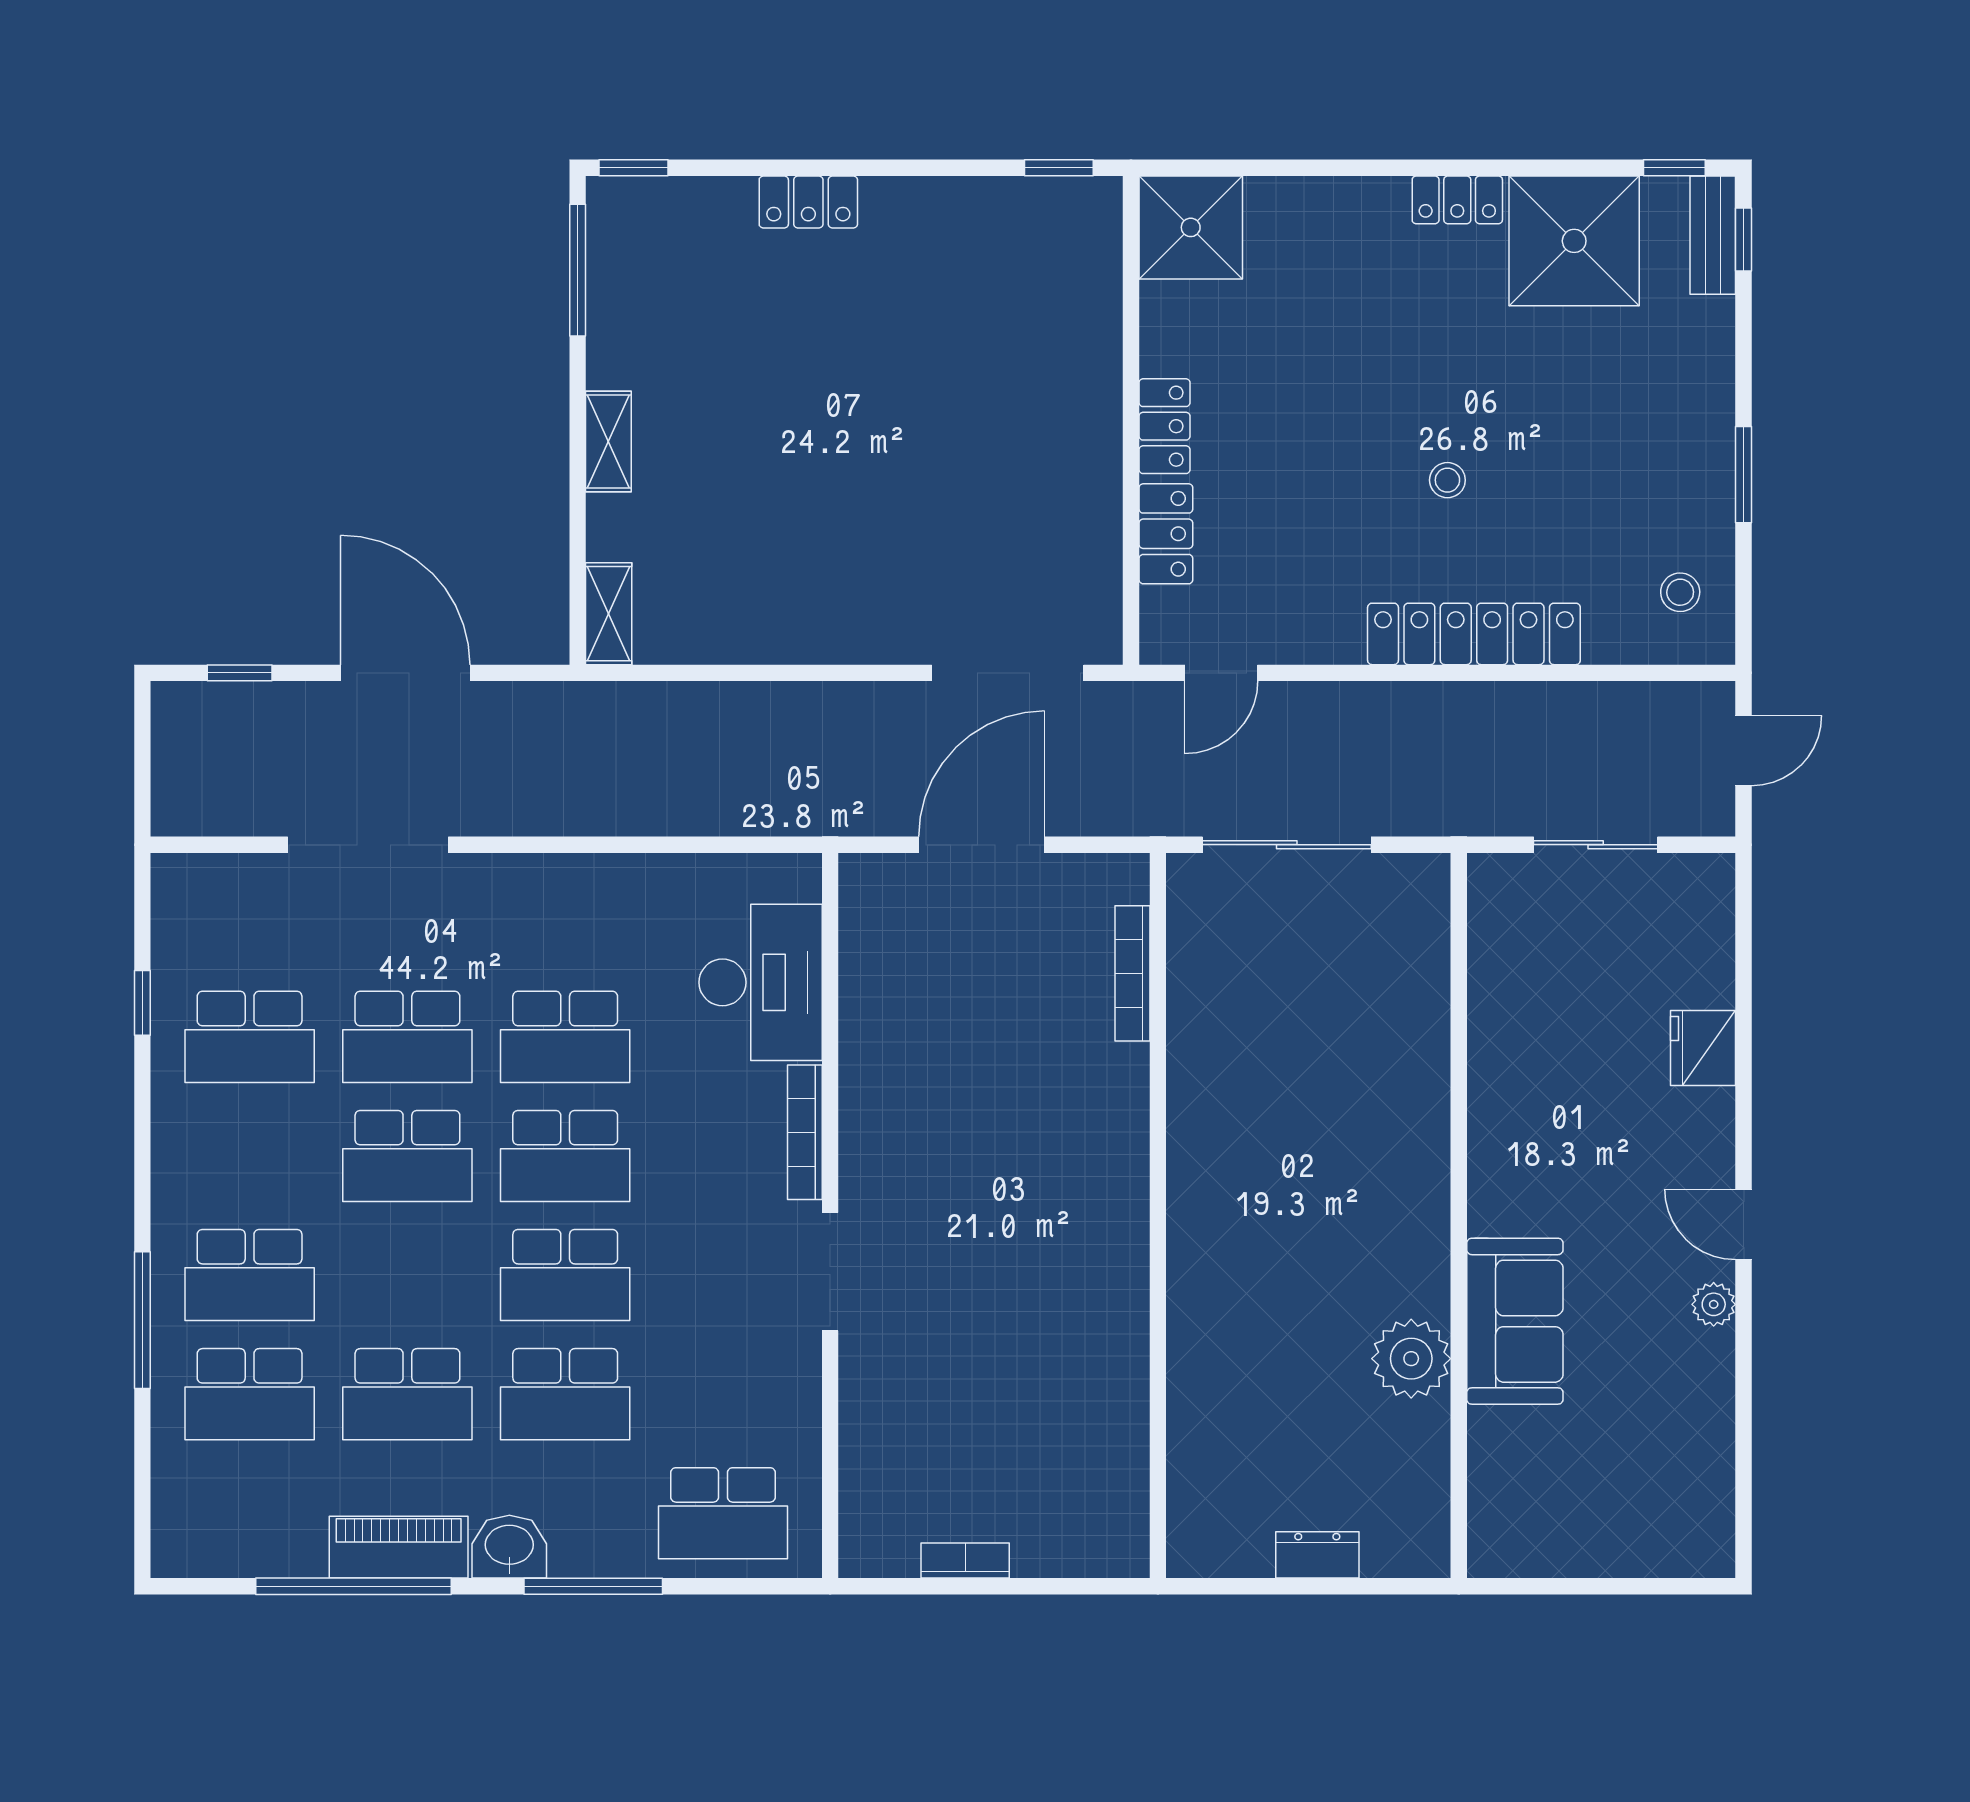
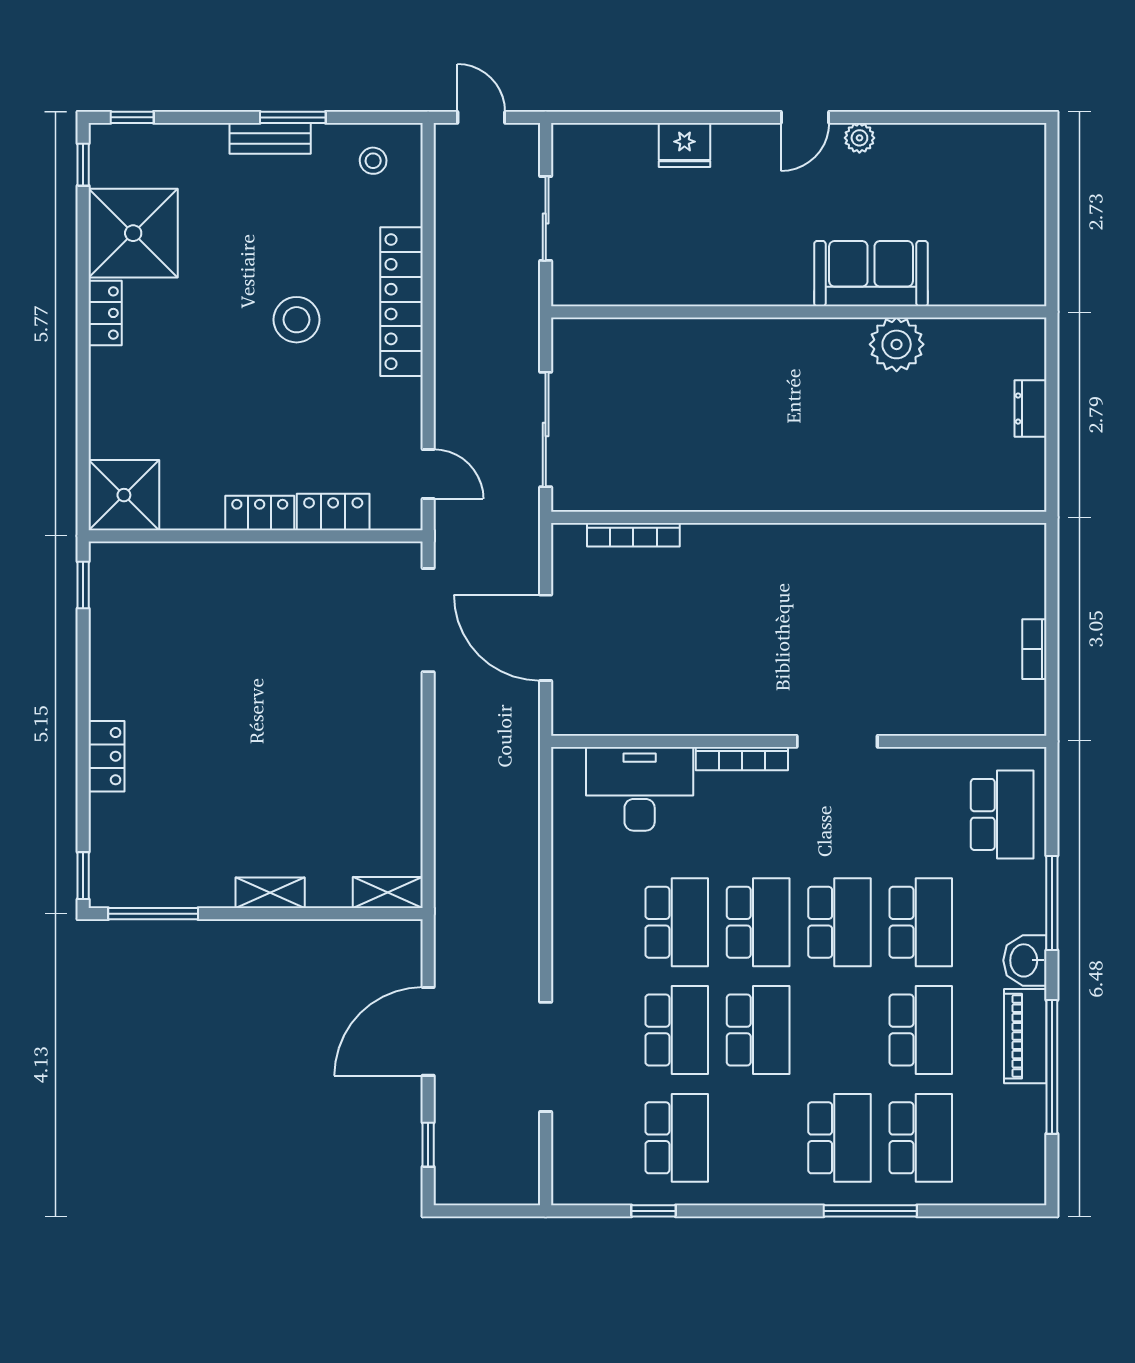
bench: (1713, 235) -> (270, 138), moved
stool: (1447, 480) -> (297, 320), width x1.89, depth x1.89

